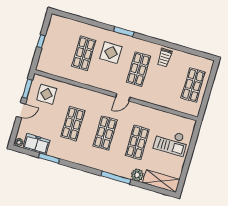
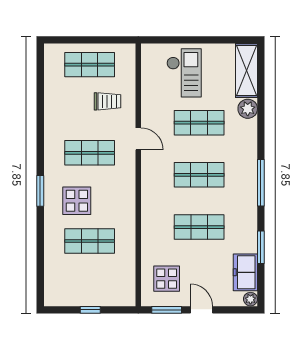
trolley: (165, 58) -> (108, 101), moved
door: (123, 97) -> (138, 139), moved
window: (116, 178) -> (261, 183), moved

